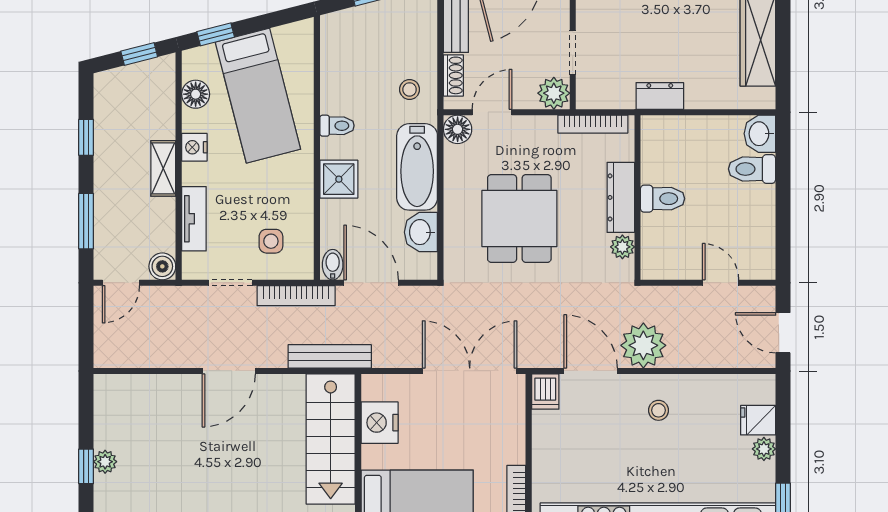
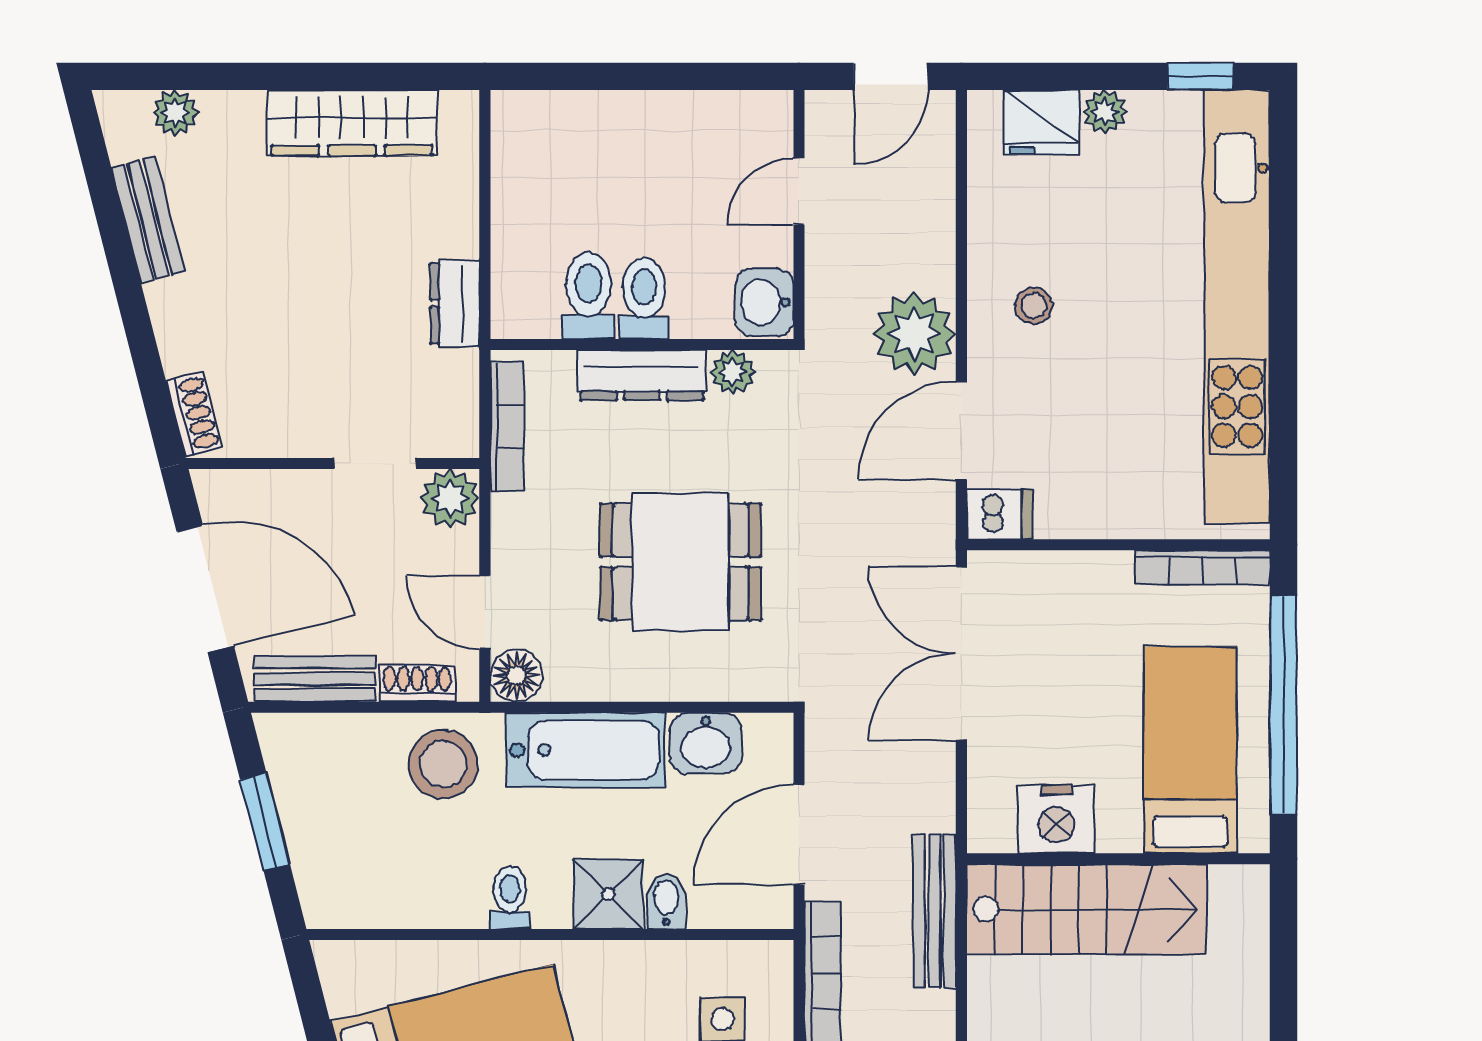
stool: (410, 89) -> (443, 764), width x1.89, depth x1.89
washbasin: (760, 134) -> (765, 302), moved, turned 90
toilet: (752, 169) -> (589, 296), moved, turned 180
bidet: (333, 265) -> (666, 901), moved, turned 90
fridge: (758, 420) -> (1041, 122), width x1.38

